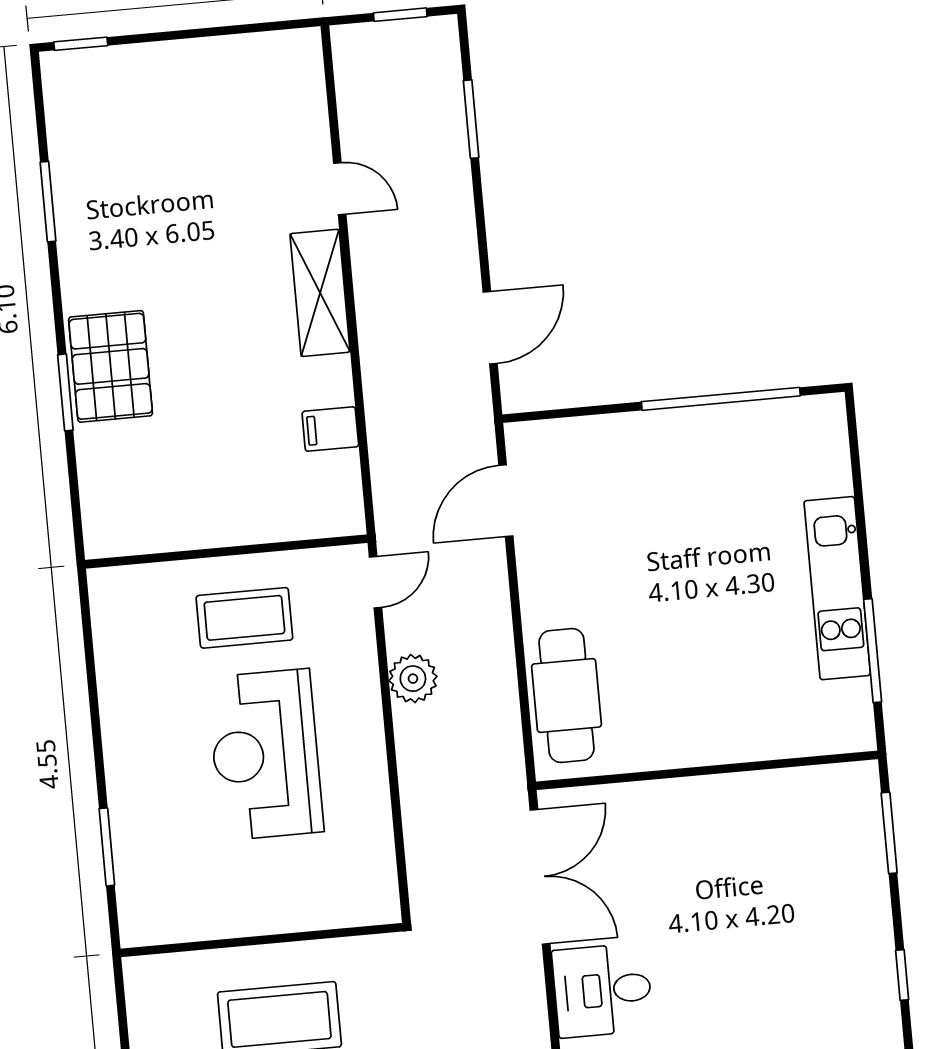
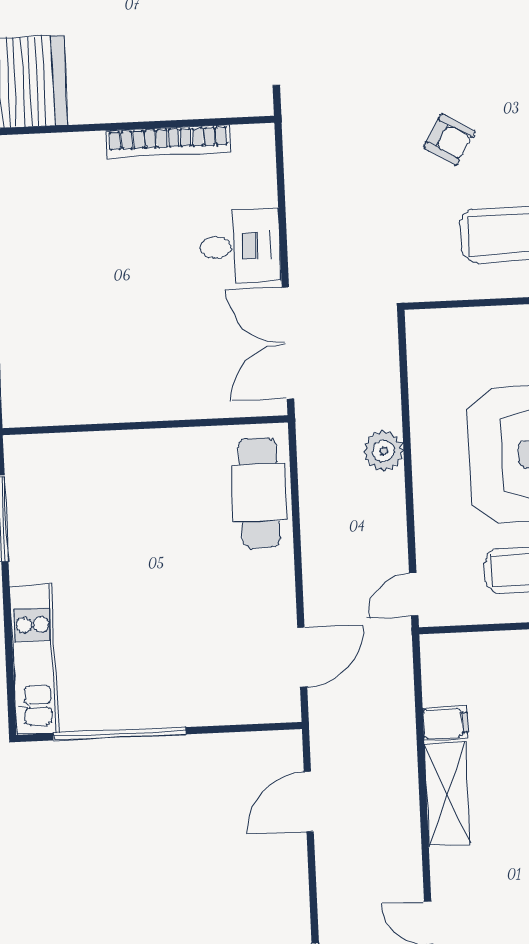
shelving: (320, 293) -> (447, 794), moved
kitchen unit: (837, 588) -> (34, 659), moved
plant: (413, 679) -> (383, 451), moved

